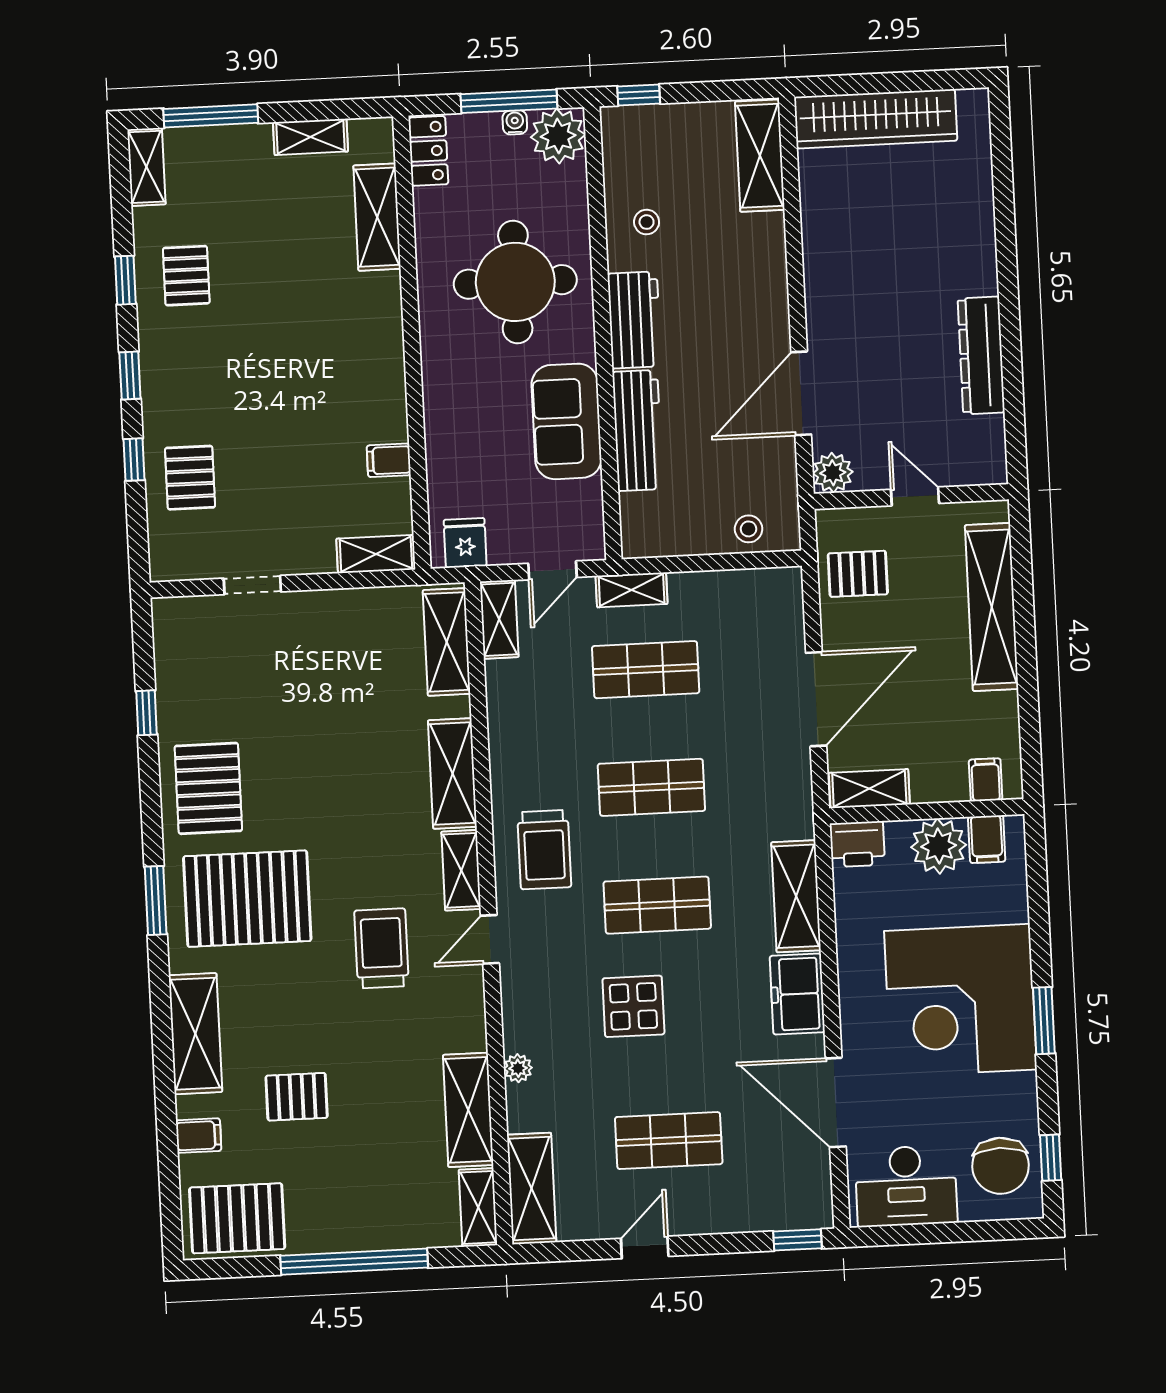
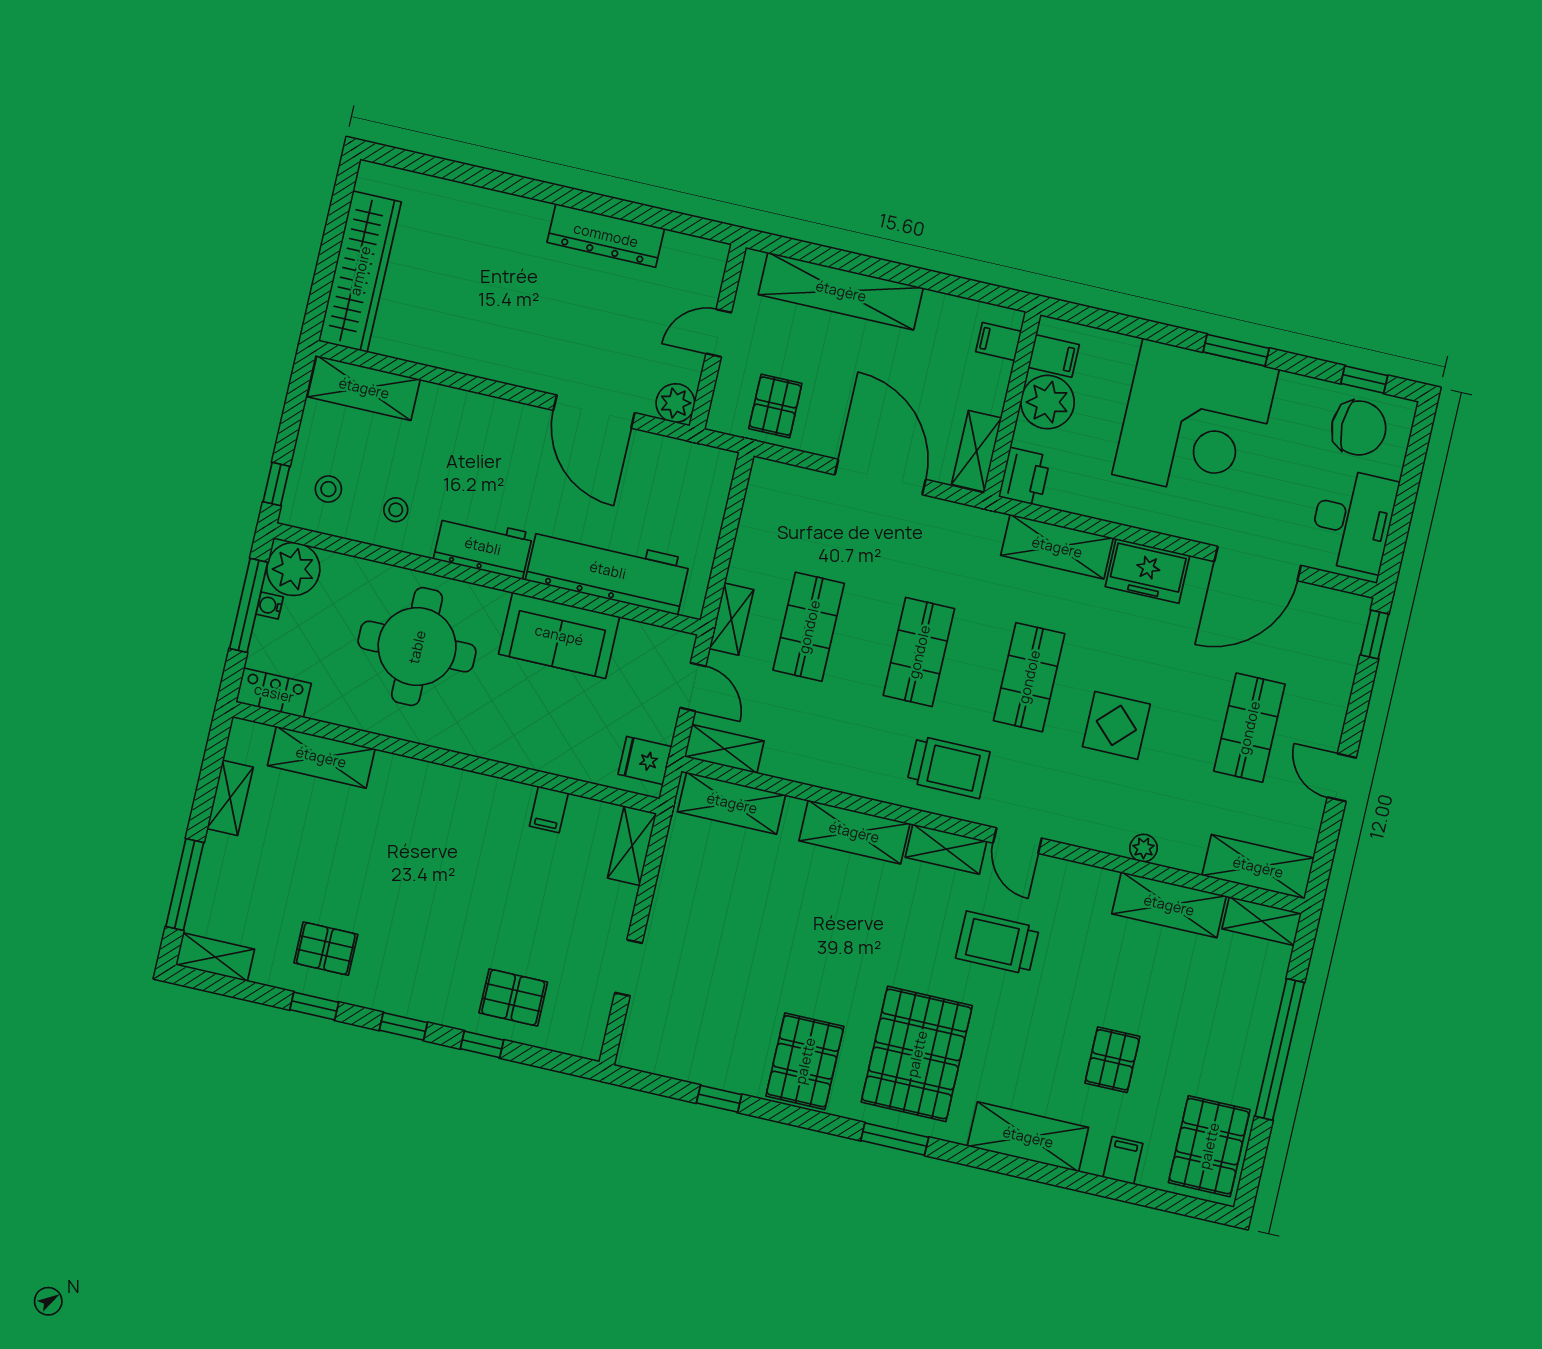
workbench: (638, 430) -> (608, 570), width x1.36, depth x1.32
stool: (749, 529) -> (328, 489), moved
pallet: (208, 788) -> (805, 1061), turned 90

